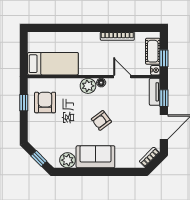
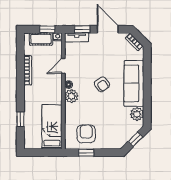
window: (62, 28) -> (20, 119), added
armchair: (45, 102) -> (86, 134), turned 90
sofa: (95, 157) -> (134, 83), width x1.36

